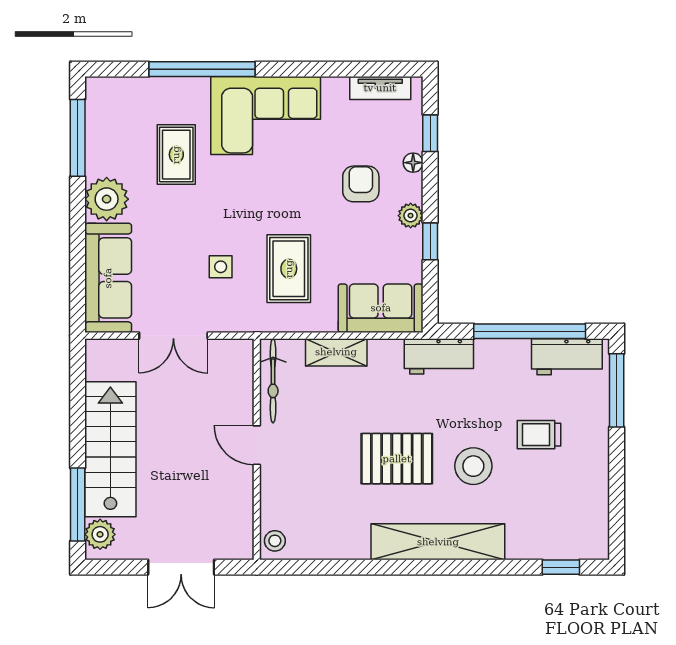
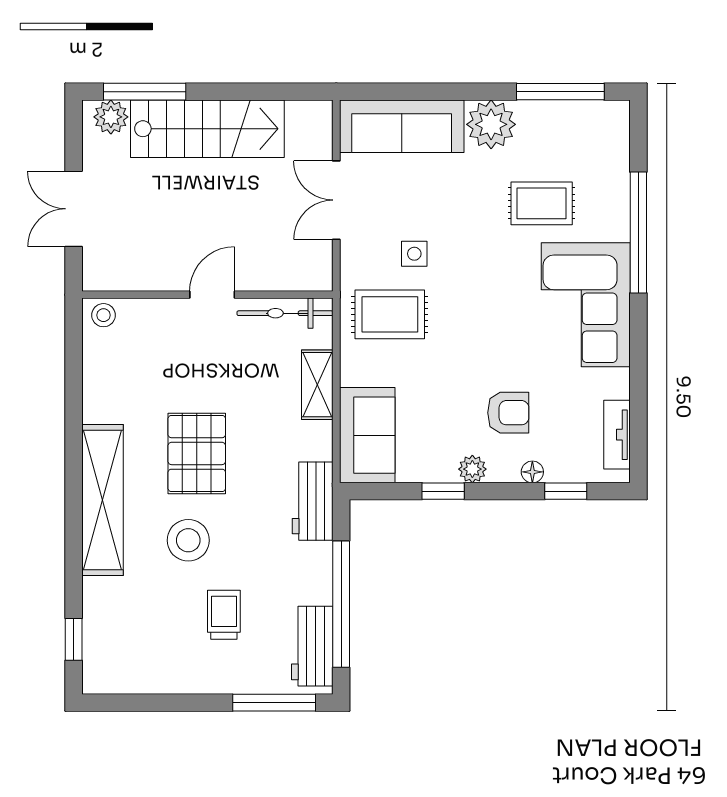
rug: (289, 269) -> (390, 314), moved

